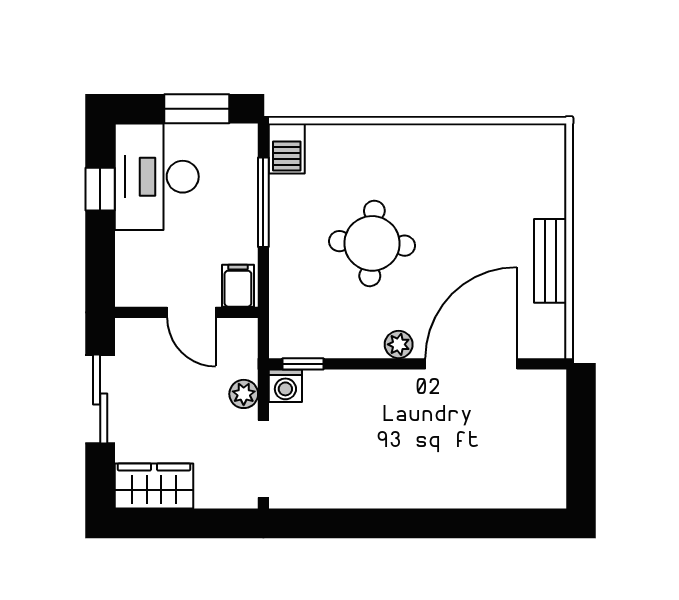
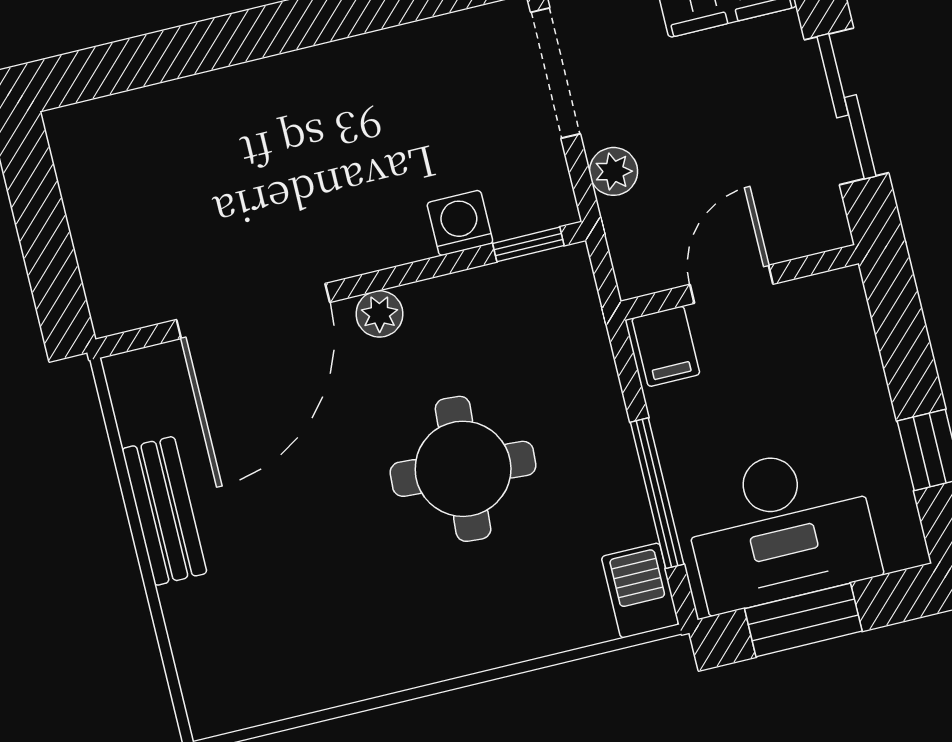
desk: (157, 177) -> (780, 527), moved, turned 90
door: (191, 312) -> (731, 284), hinge flipped
washing machine: (285, 386) -> (460, 223), moved

